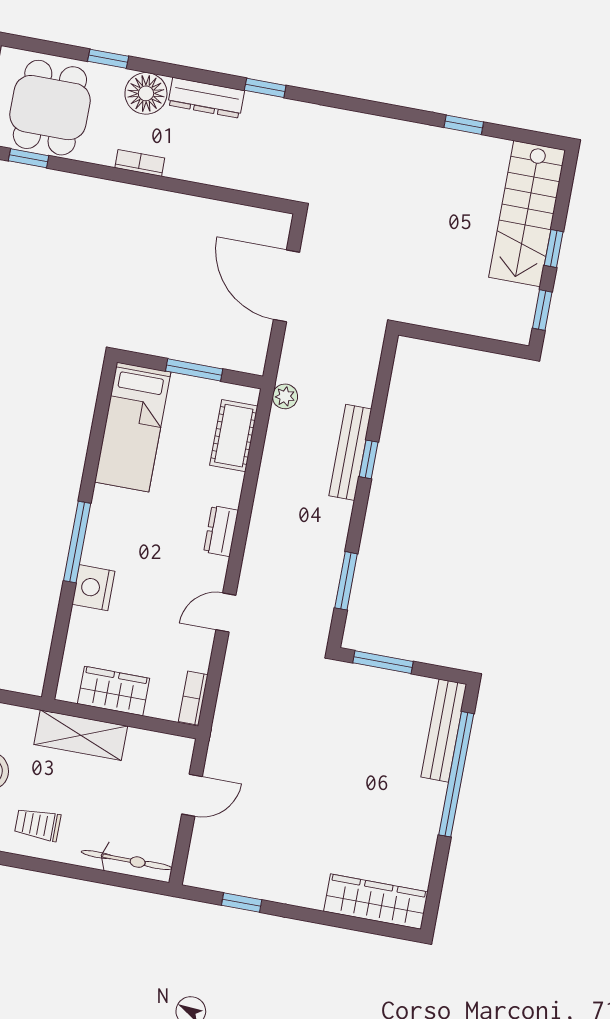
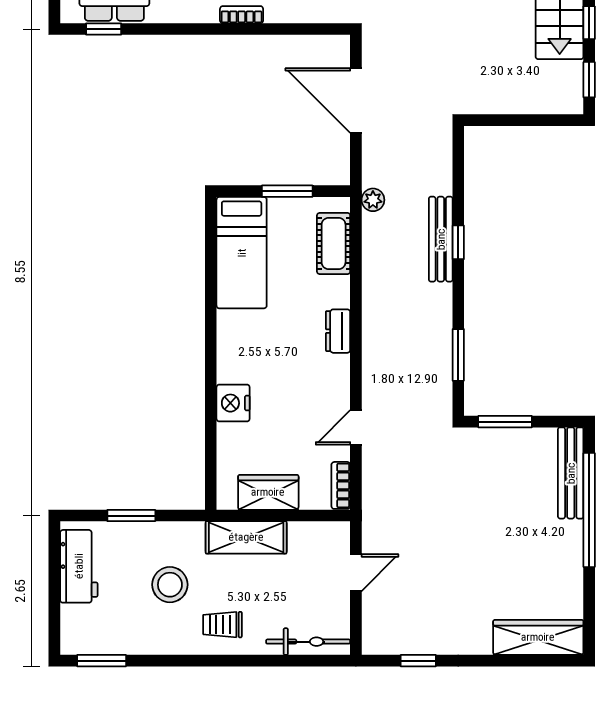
bookcase: (140, 163) -> (242, 15), moved
window: (77, 542) -> (211, 365), removed
door: (226, 612) -> (356, 427), moved

